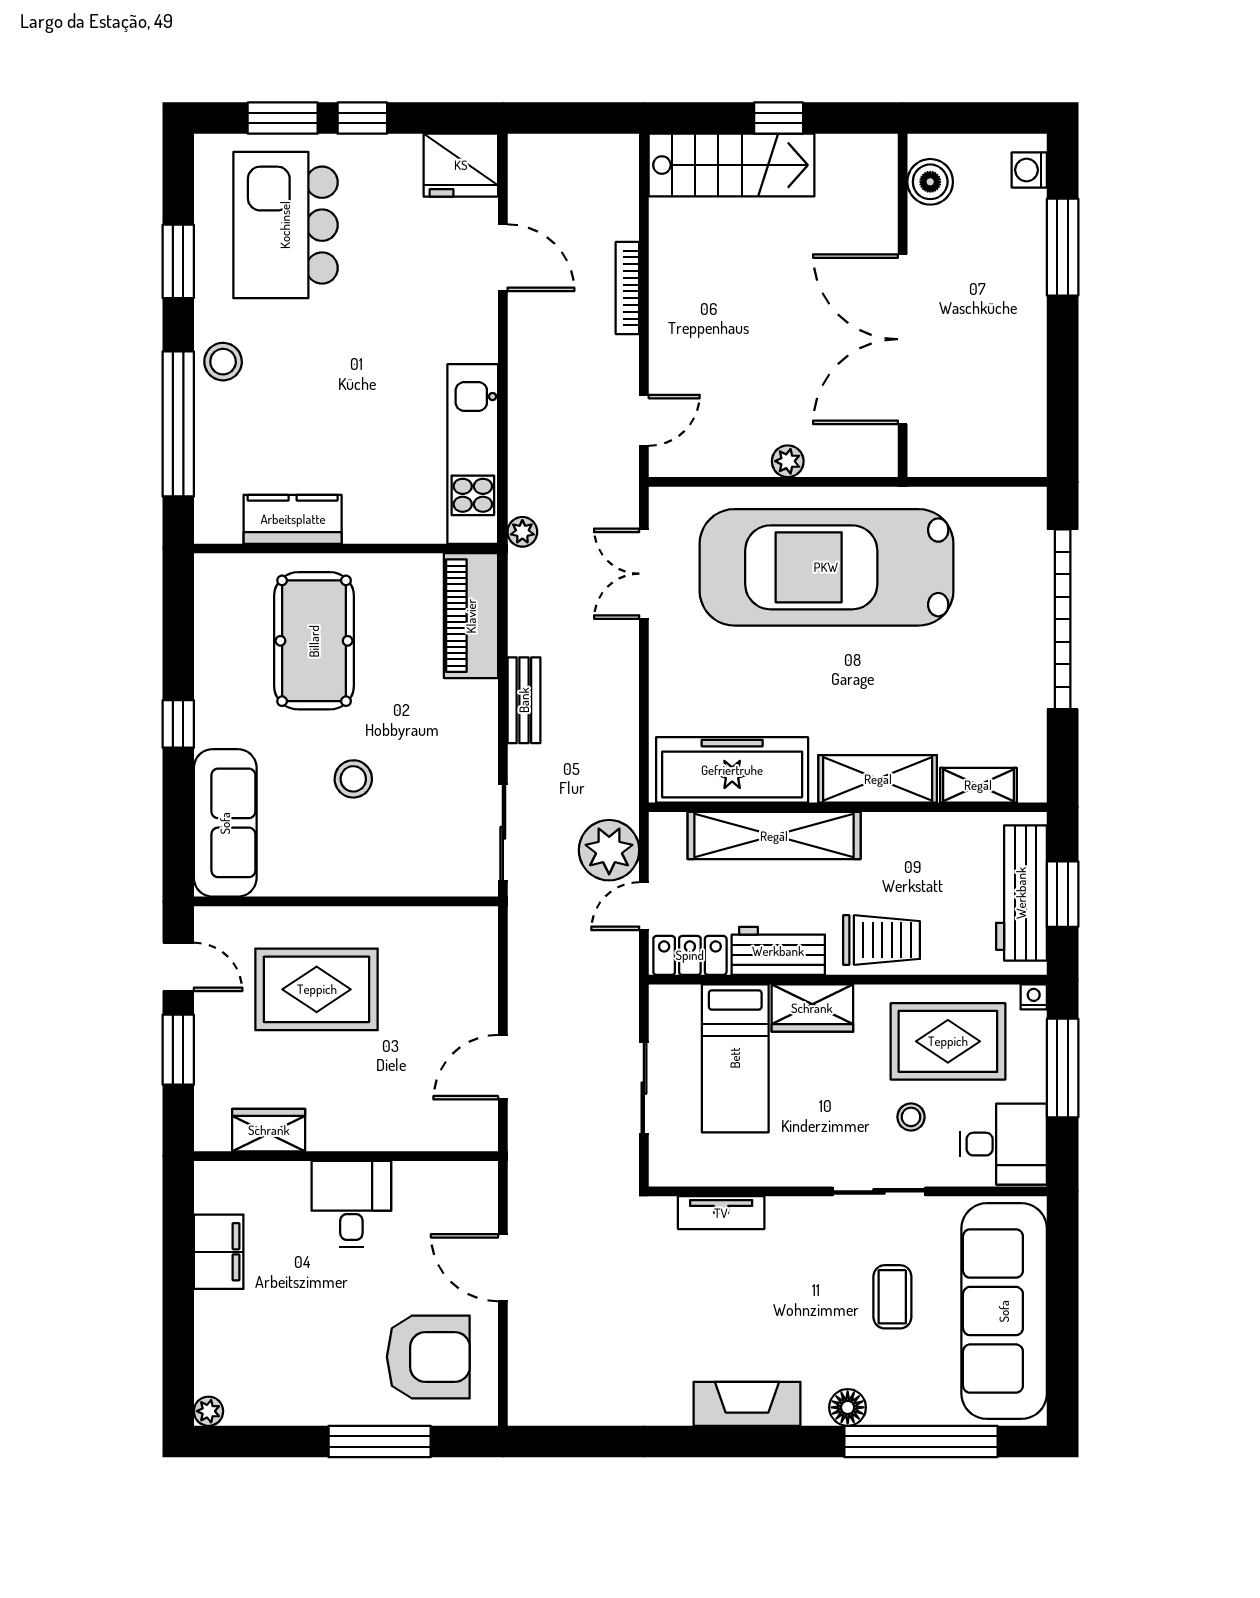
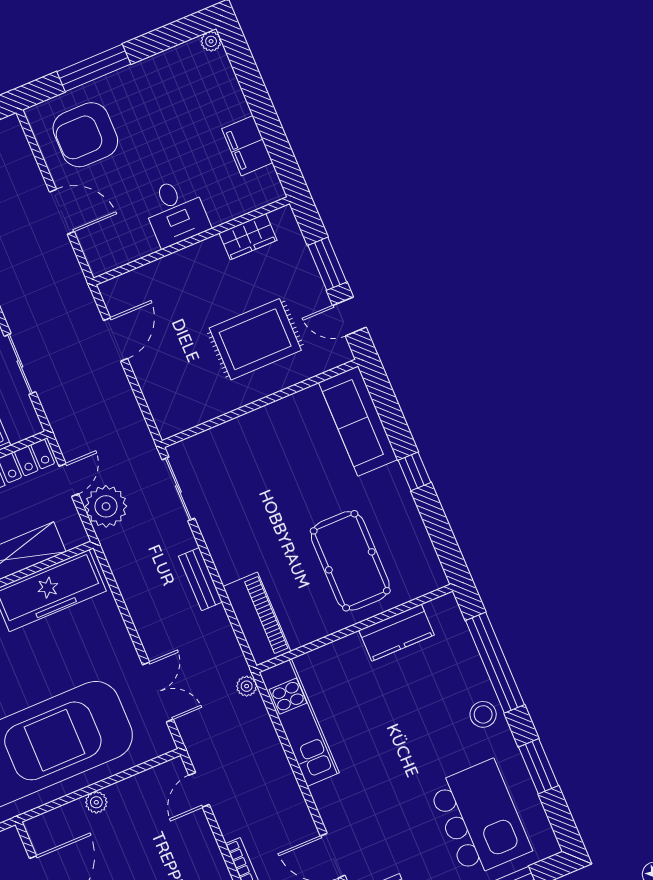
stool: (353, 779) -> (288, 483), removed

